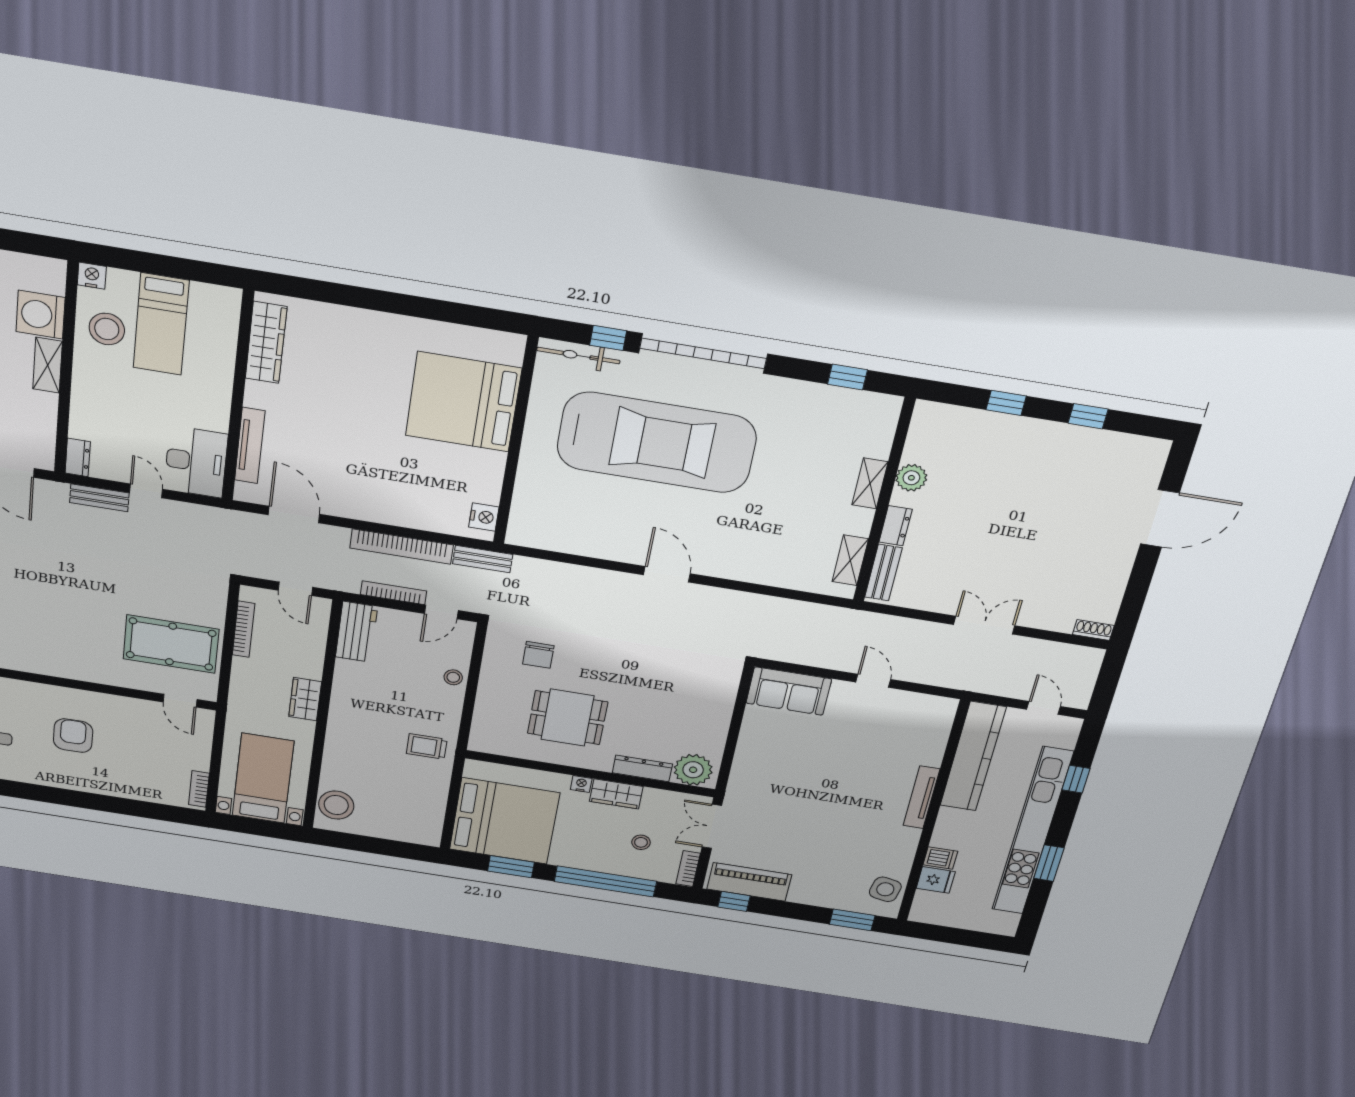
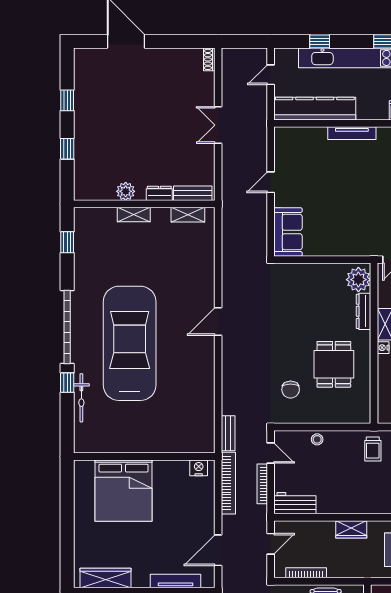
bed: (463, 402) -> (124, 491), moved
wall: (516, 442) -> (144, 457), moved
nightstand: (484, 517) -> (199, 468), moved
chair: (538, 655) -> (291, 390), turned 90

